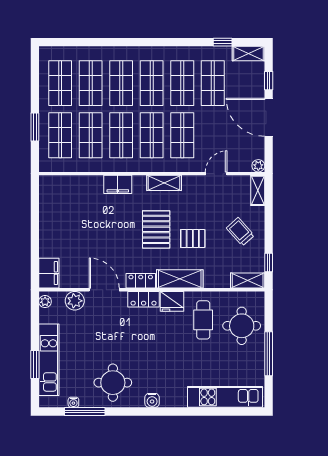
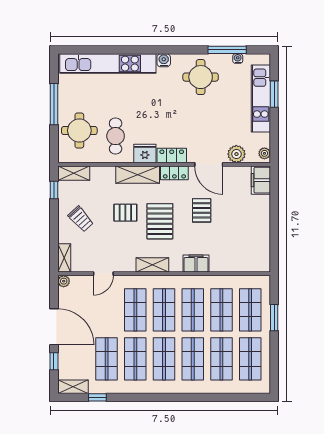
pallet: (112, 241) -> (202, 210), added
kitchen unit: (225, 397) -> (108, 64), width x1.36

